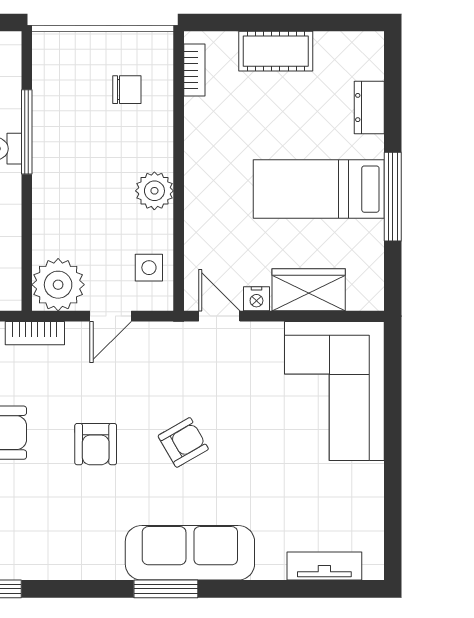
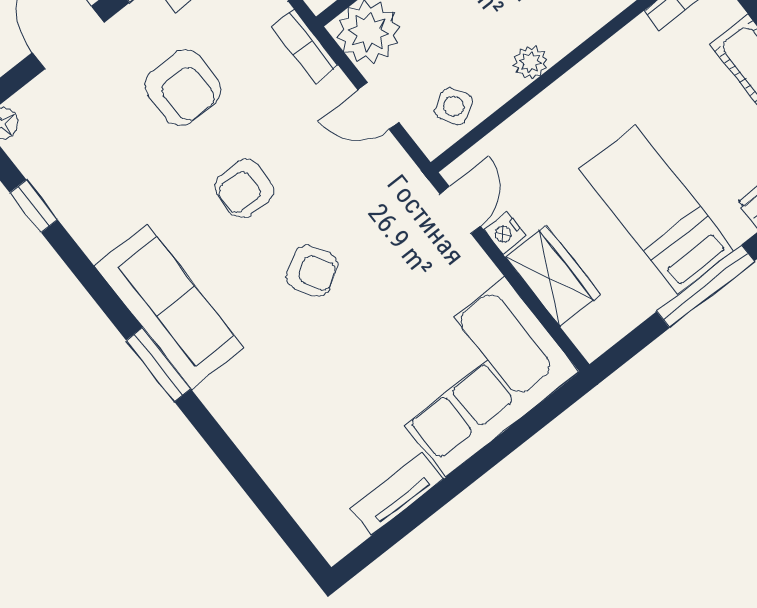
plant: (154, 191) -> (530, 62), width x0.73, depth x0.73
side table: (149, 268) -> (454, 106), turned -31
sofa: (190, 553) -> (169, 307), moved
tv unit: (324, 566) -> (397, 494), moved, turned -90

